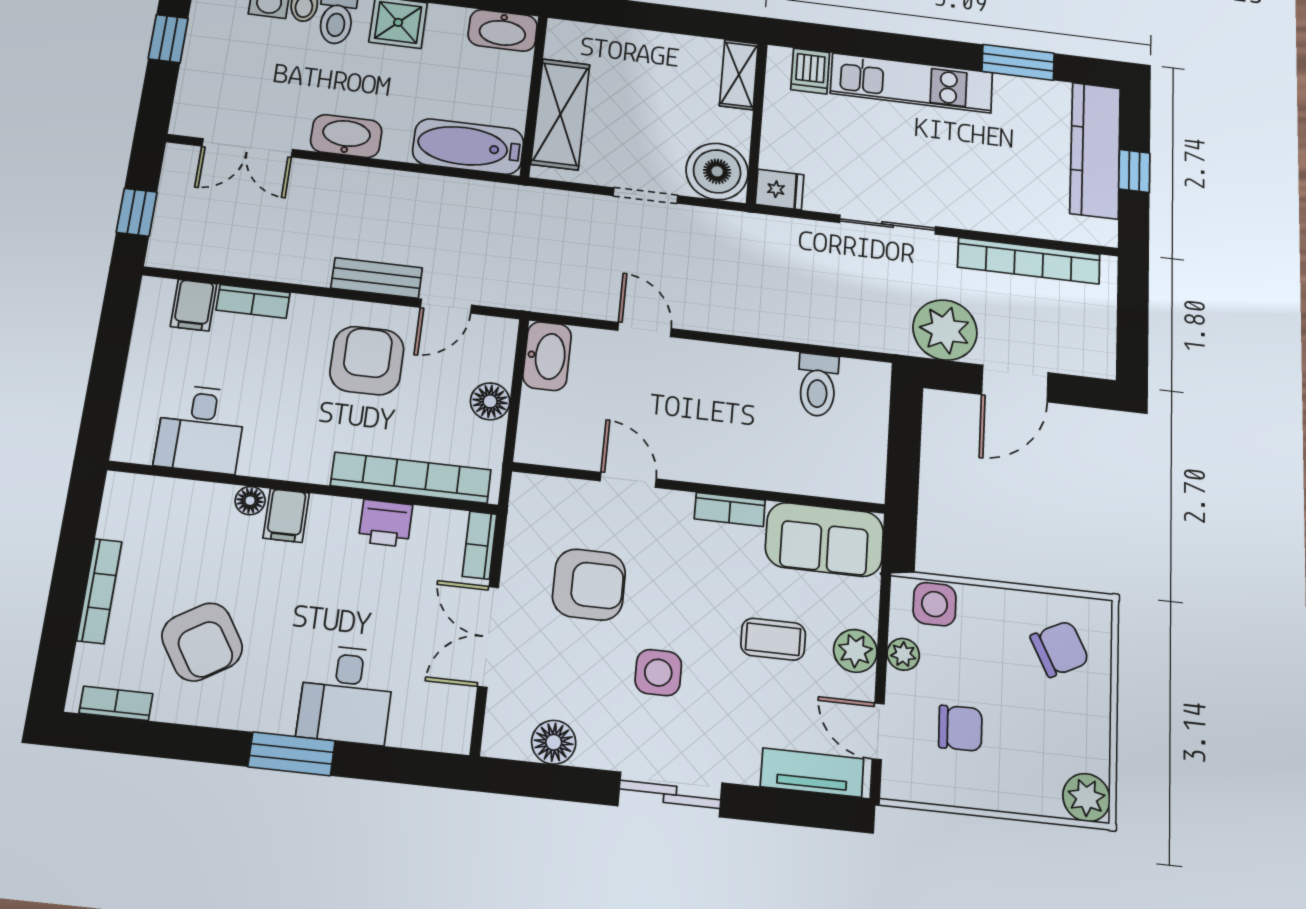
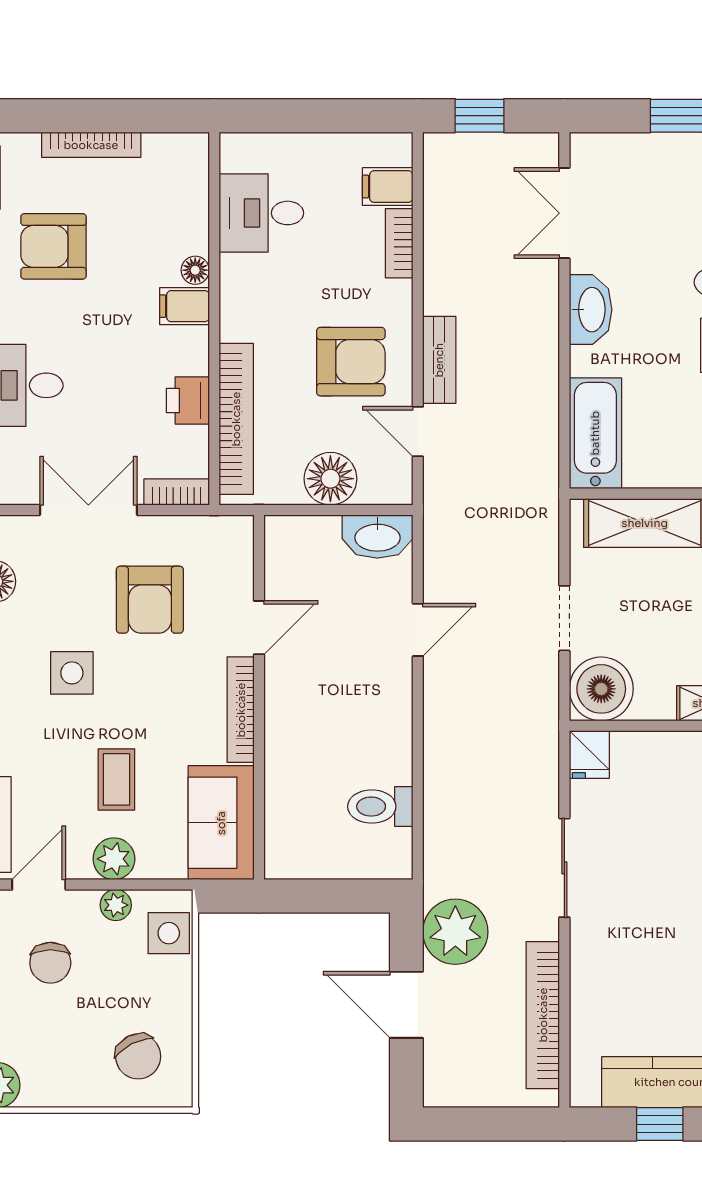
floor lamp: (490, 401) -> (330, 479), width x1.38, depth x1.38
bookcase: (730, 510) -> (241, 710), width x1.56
armchair: (202, 642) -> (54, 246), turned 32

